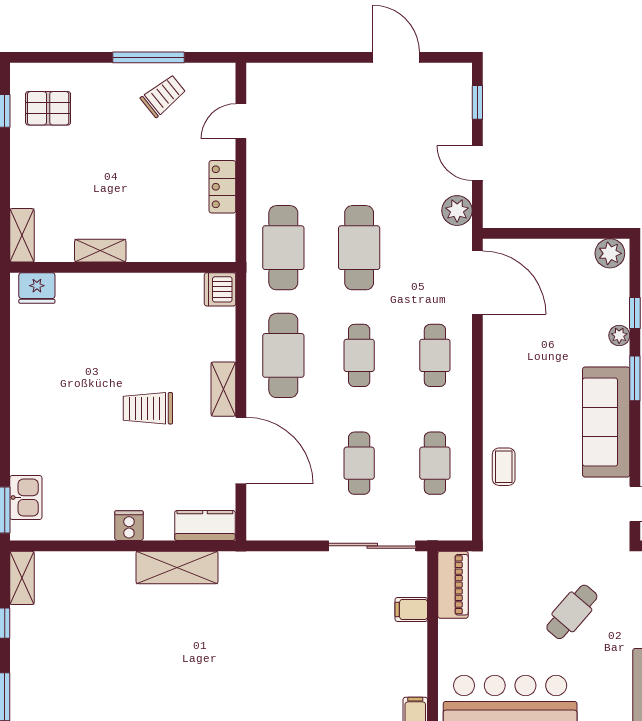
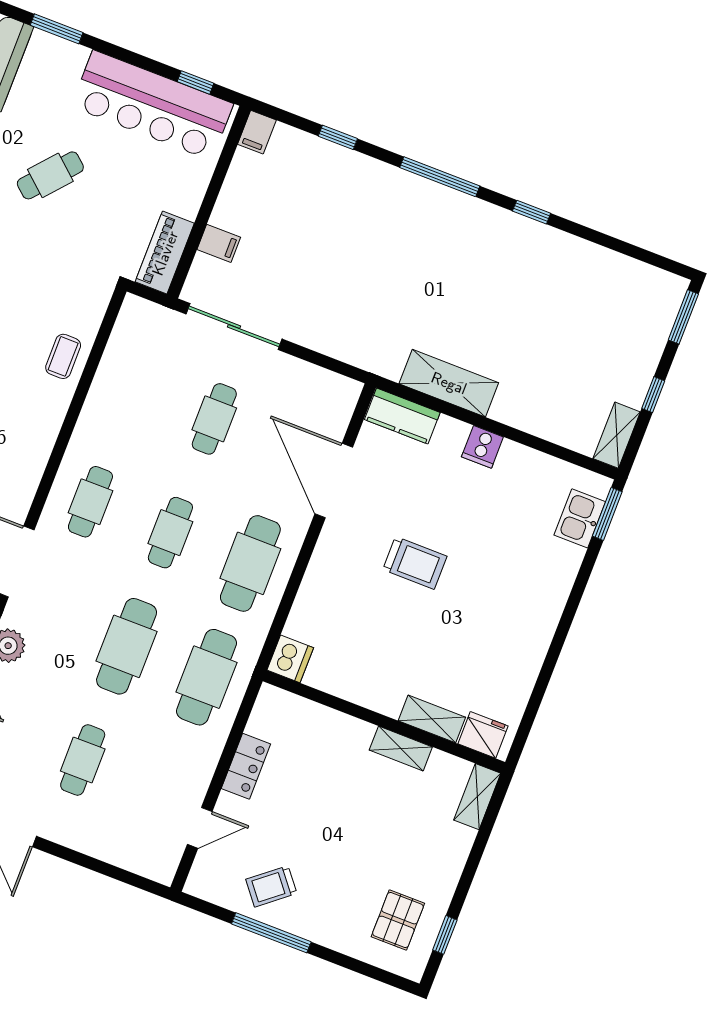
pallet: (48, 108) -> (398, 920), turned 90
shelving: (223, 389) -> (432, 719), moved, turned 90
cafe table: (435, 463) -> (83, 760), moved

